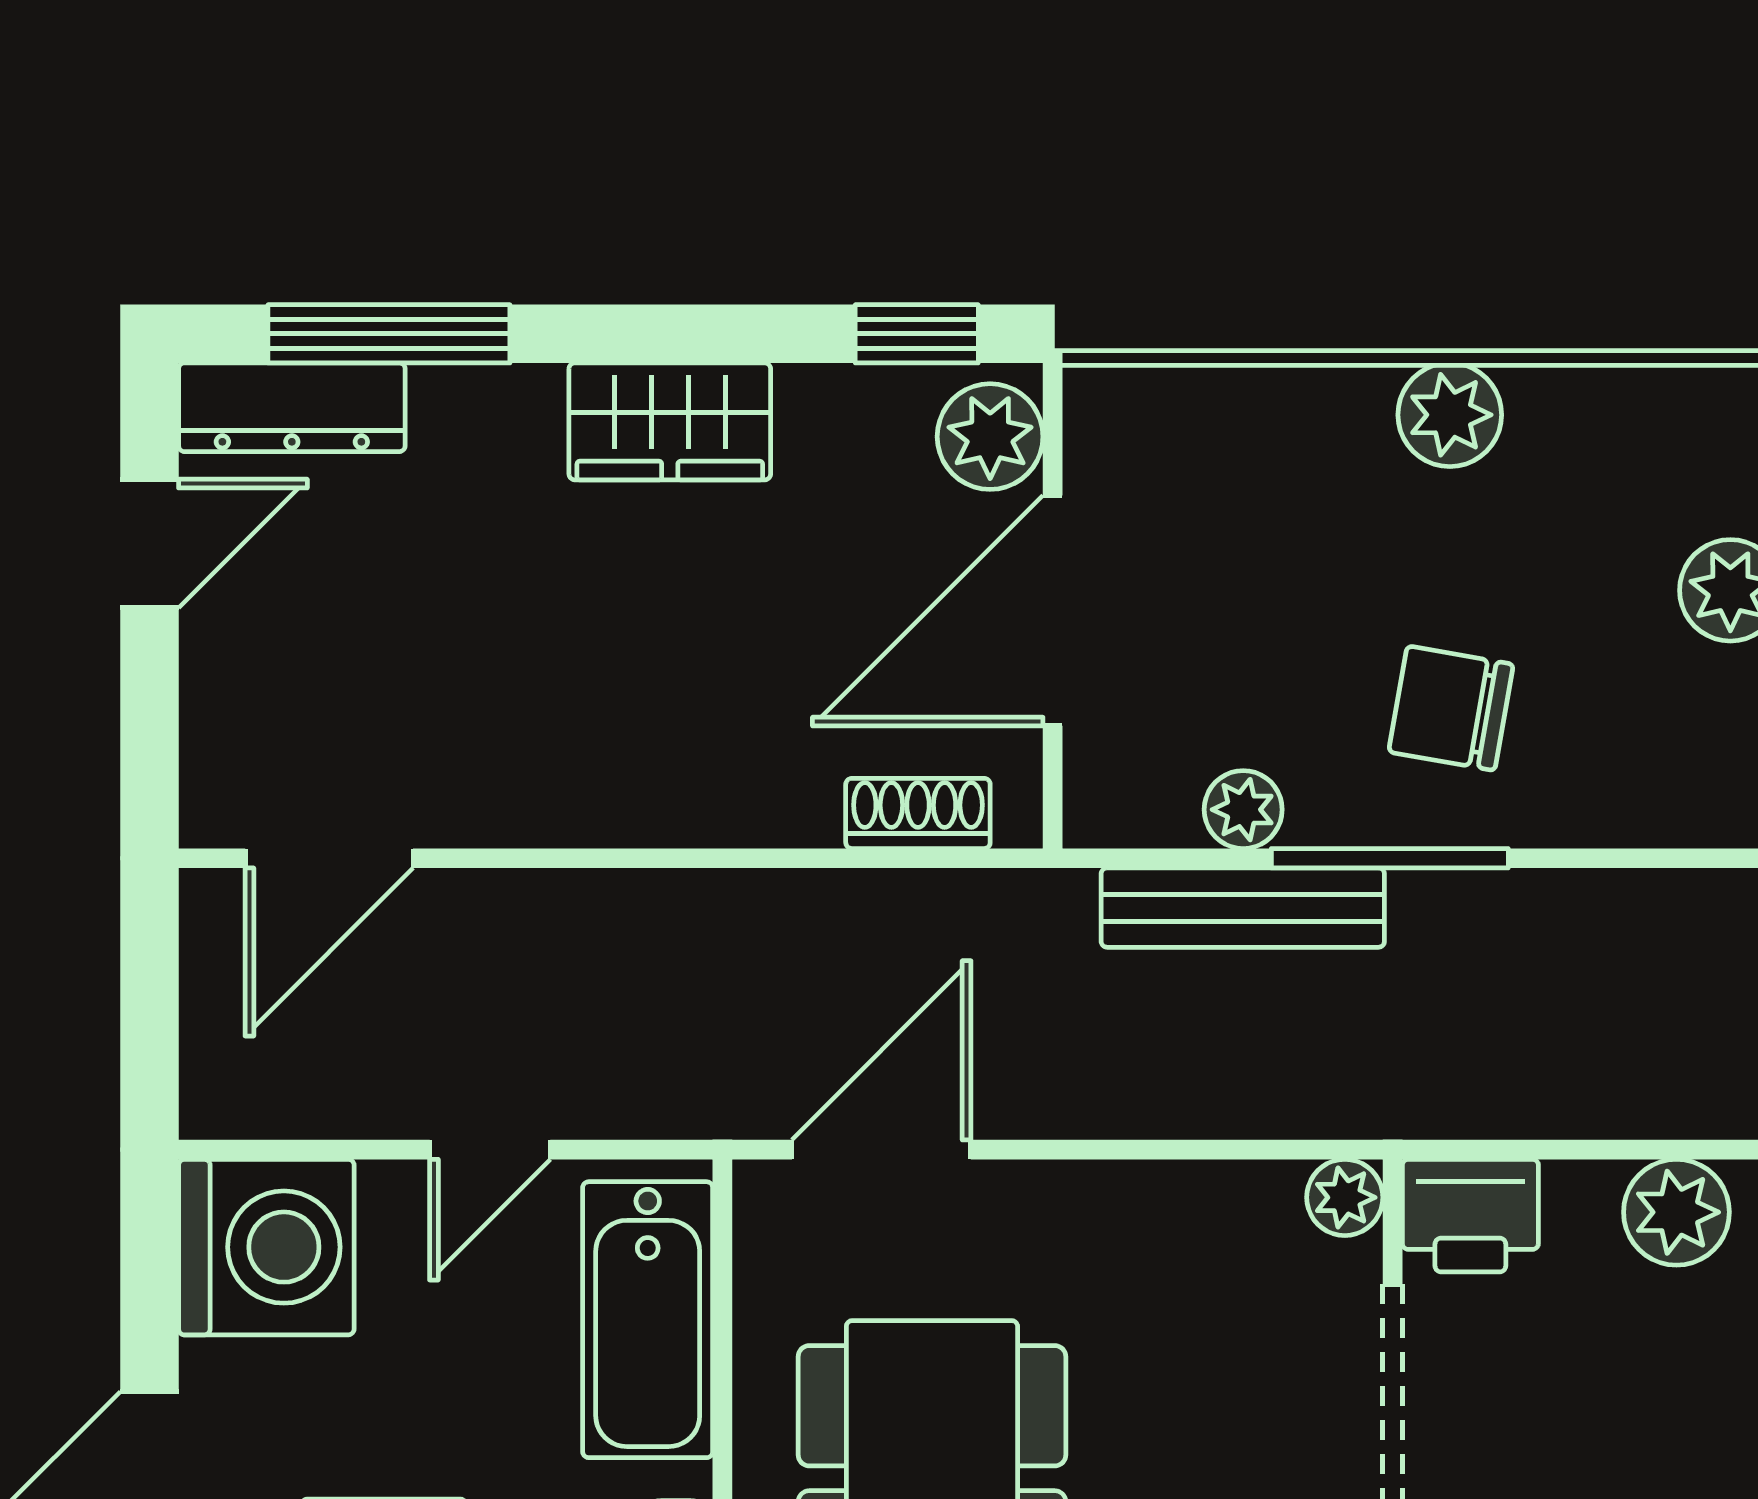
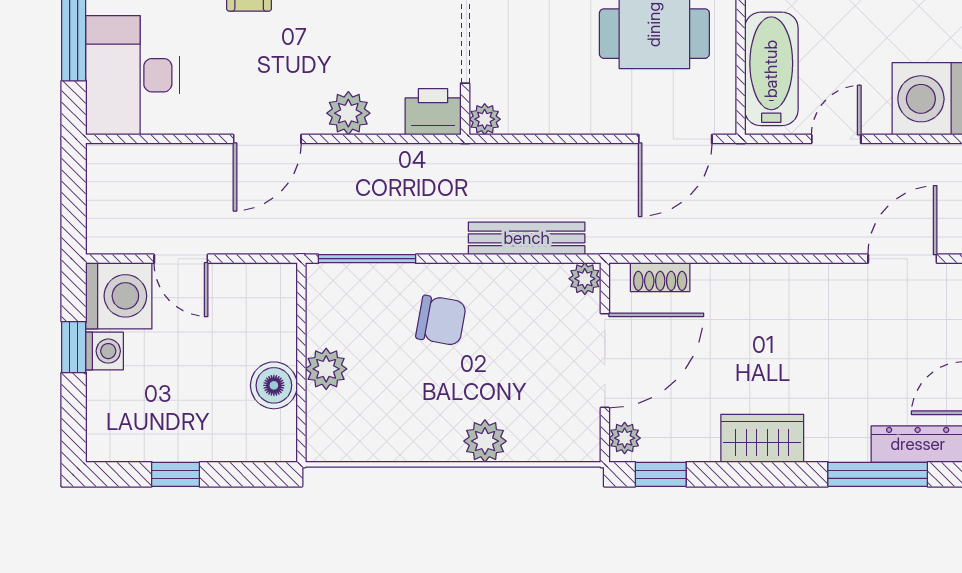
plant: (1450, 415) -> (485, 441), moved
plant: (990, 437) -> (625, 438), width x0.73, depth x0.73
plant: (1243, 810) -> (585, 279), moved
window: (1390, 858) -> (367, 259), moved

